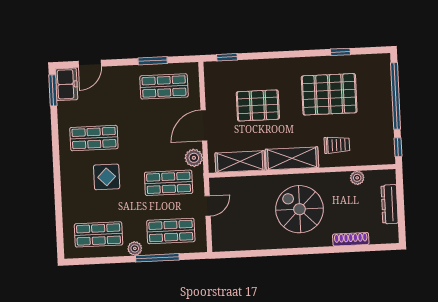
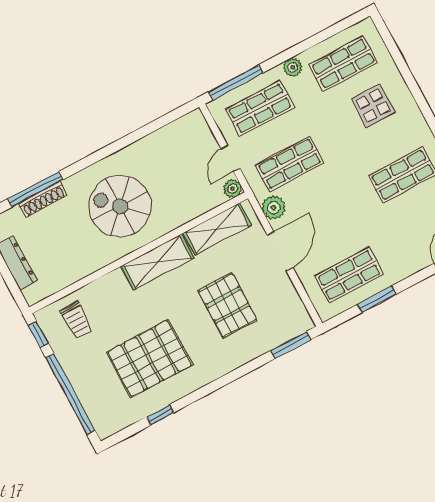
window: (227, 57) -> (291, 345), width x1.50
pallet: (258, 105) -> (228, 305), turned 90
trolley: (337, 145) -> (77, 320), moved, turned -90
display table: (107, 177) -> (373, 106), moved
plant: (357, 178) -> (232, 189), moved
spiral stairs: (299, 209) -> (120, 206), turned 180
window: (353, 249) -> (35, 189), added
window: (157, 258) -> (235, 82), moved

